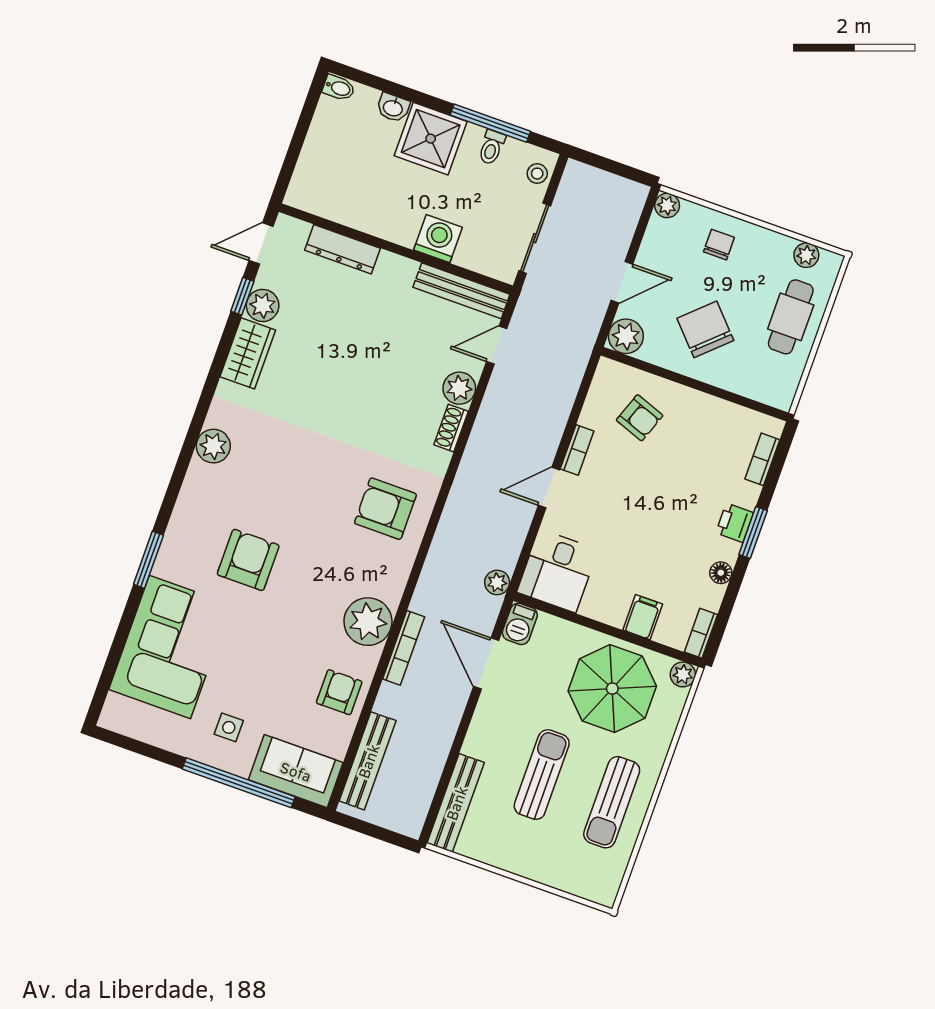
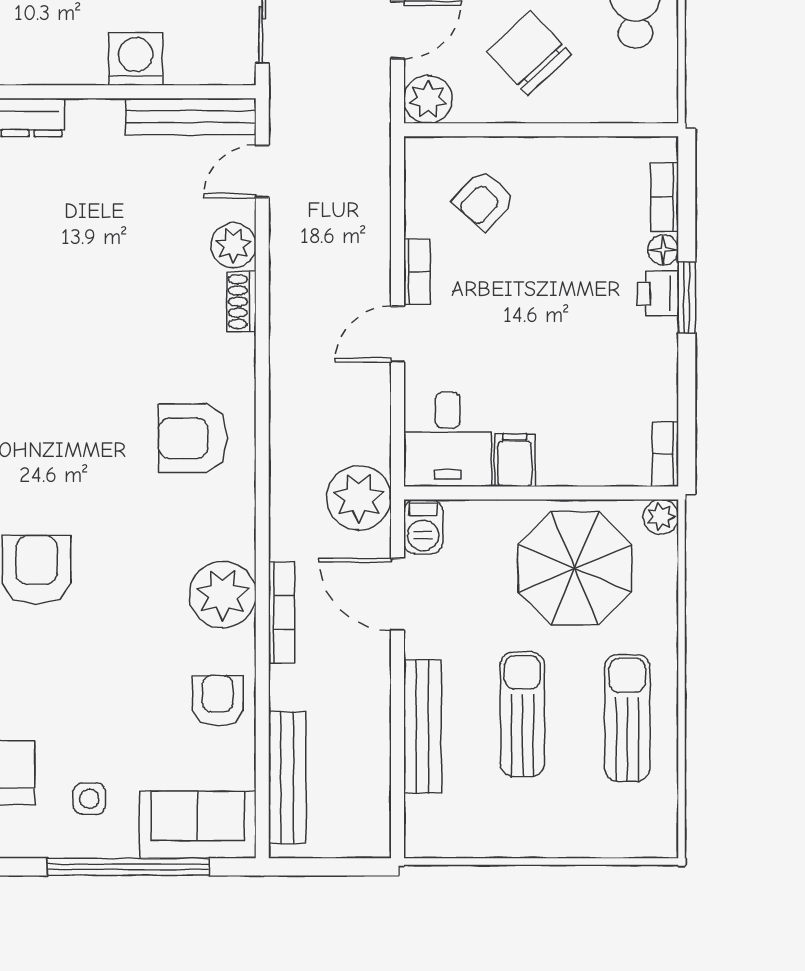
armchair: (640, 418) -> (484, 200), turned 113
floor lamp: (721, 573) -> (663, 250), moved
plant: (497, 582) -> (359, 498), width x1.87, depth x1.87
filing cabinet: (643, 617) -> (515, 460), moved
sun lounger: (612, 802) -> (627, 718), turned 180
bench: (456, 803) -> (422, 726), moved

